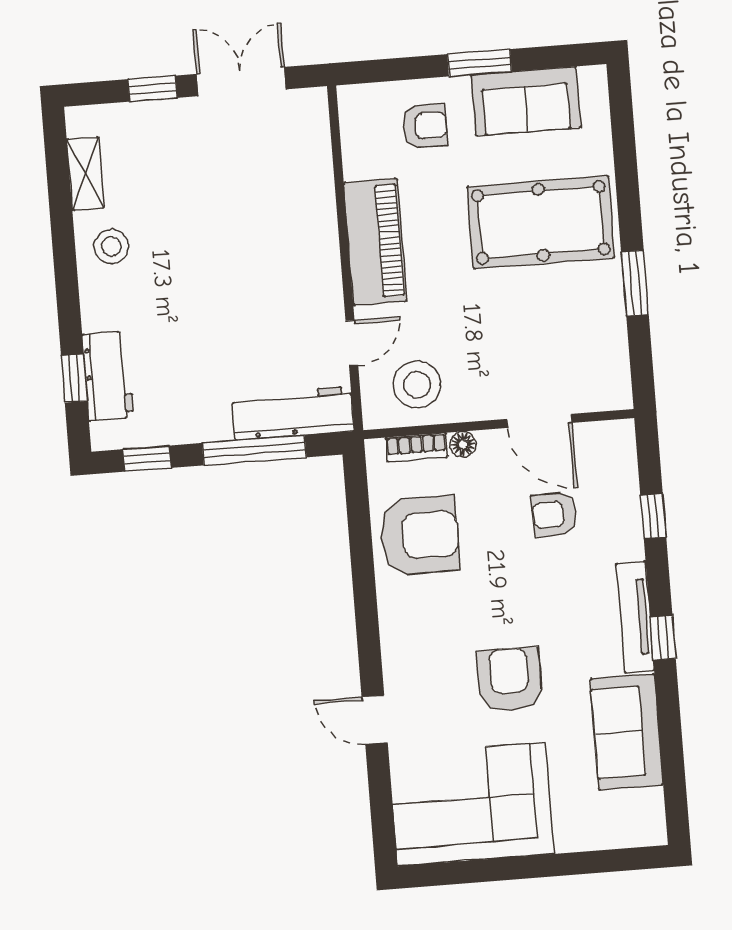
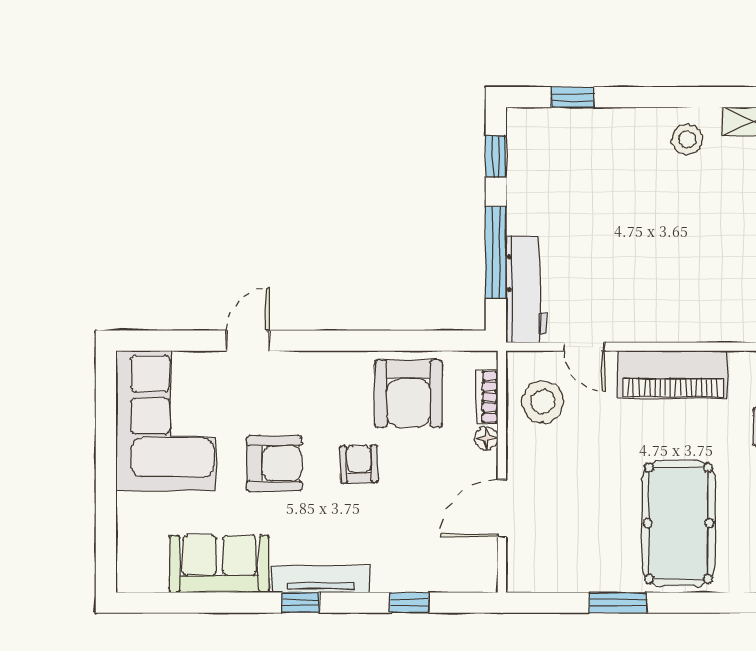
workbench: (108, 376) -> (572, 127), removed
armchair: (554, 514) -> (359, 464), moved

